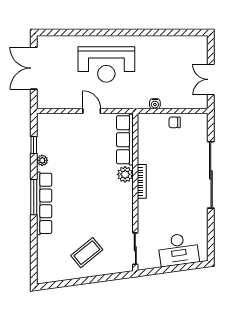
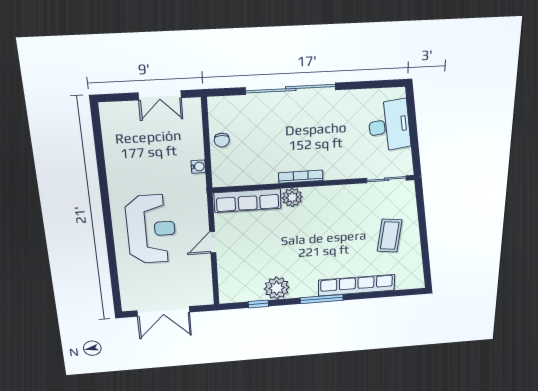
plant: (42, 160) -> (277, 288), width x1.88, depth x1.88
row of seats: (44, 203) -> (357, 285), moved
coffee table: (87, 253) -> (390, 236), turned 46

